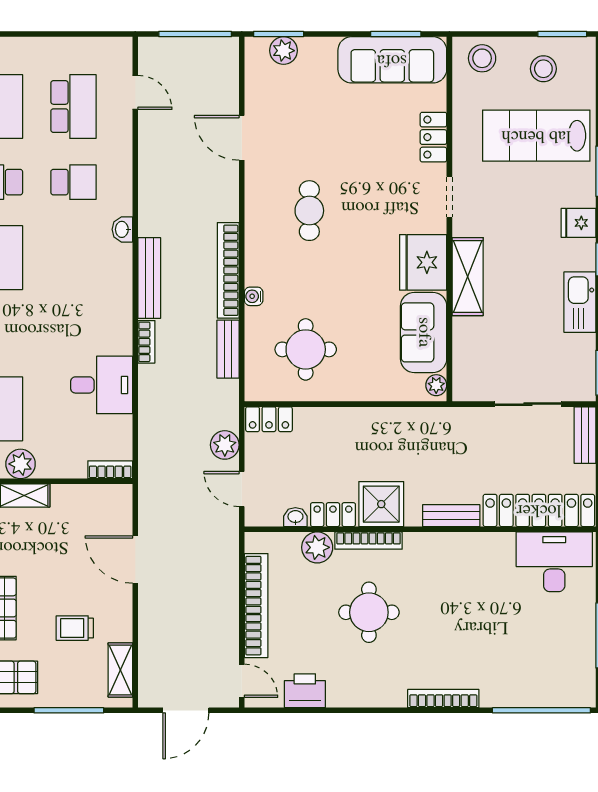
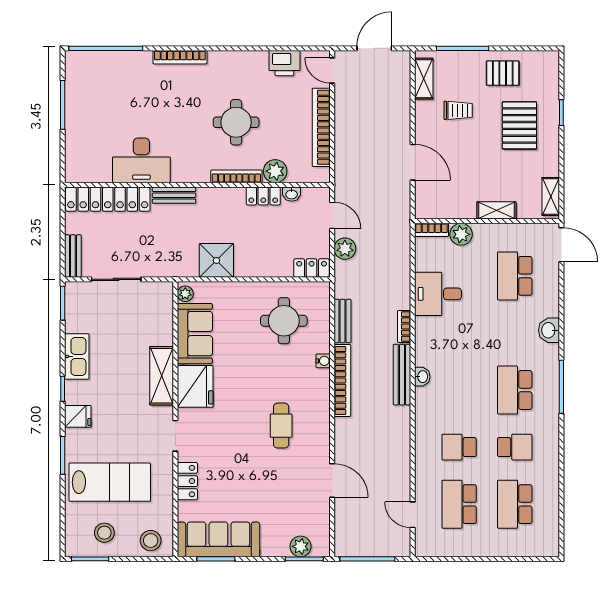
washbasin: (122, 229) -> (422, 377), moved
plant: (21, 464) -> (461, 234), moved
shower: (381, 504) -> (216, 260), moved
desk: (554, 562) -> (141, 160), moved

